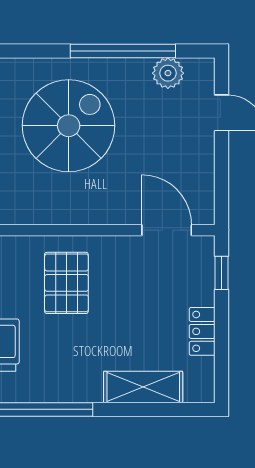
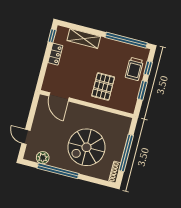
window: (222, 273) -> (52, 36), moved

